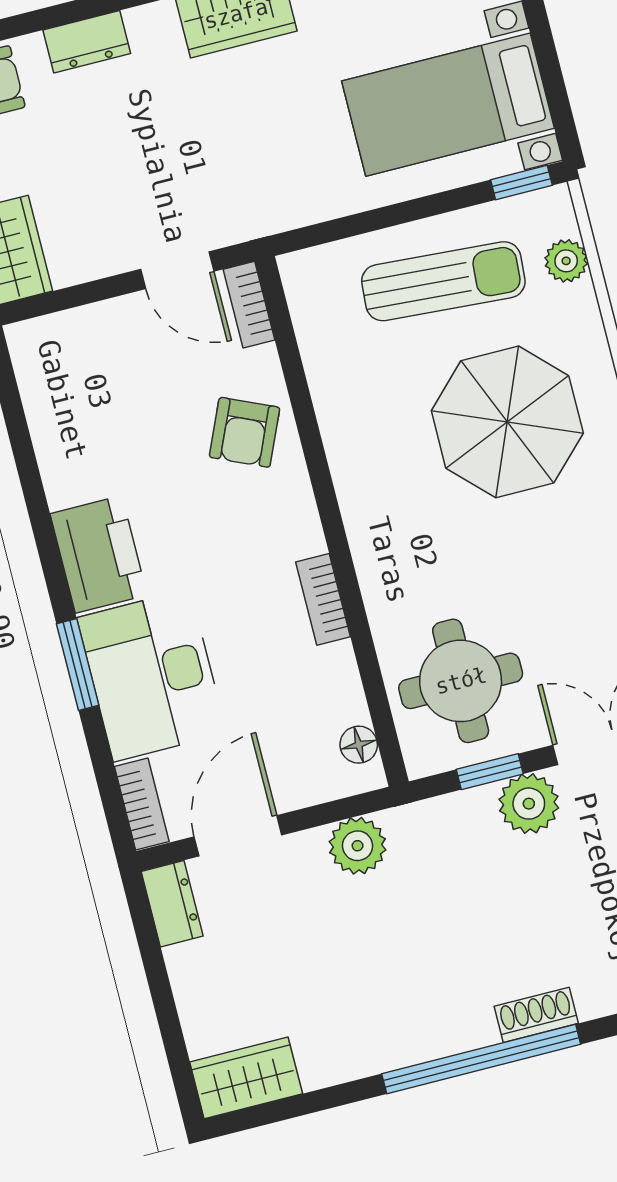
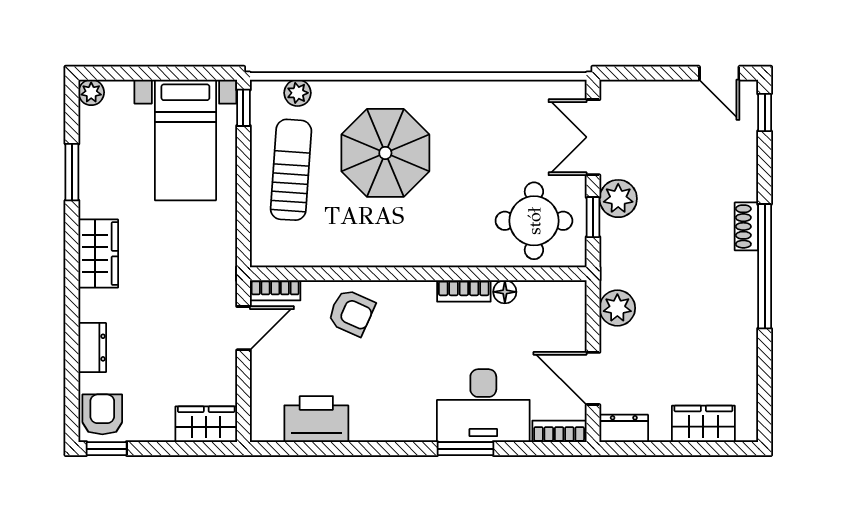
printer: (99, 554) -> (316, 419), moved
floor lamp: (359, 745) -> (505, 292), moved
wardrobe: (246, 1078) -> (703, 424), moved, turned 90

